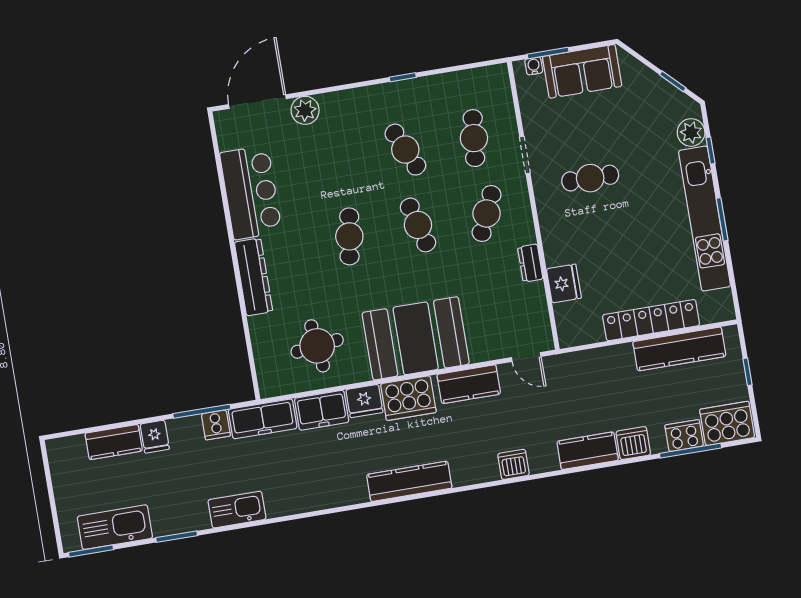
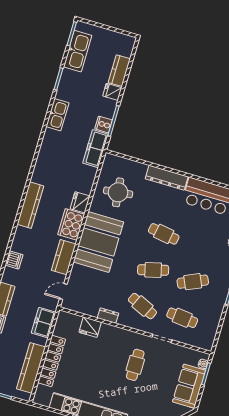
freezer: (322, 410) -> (44, 323), moved

